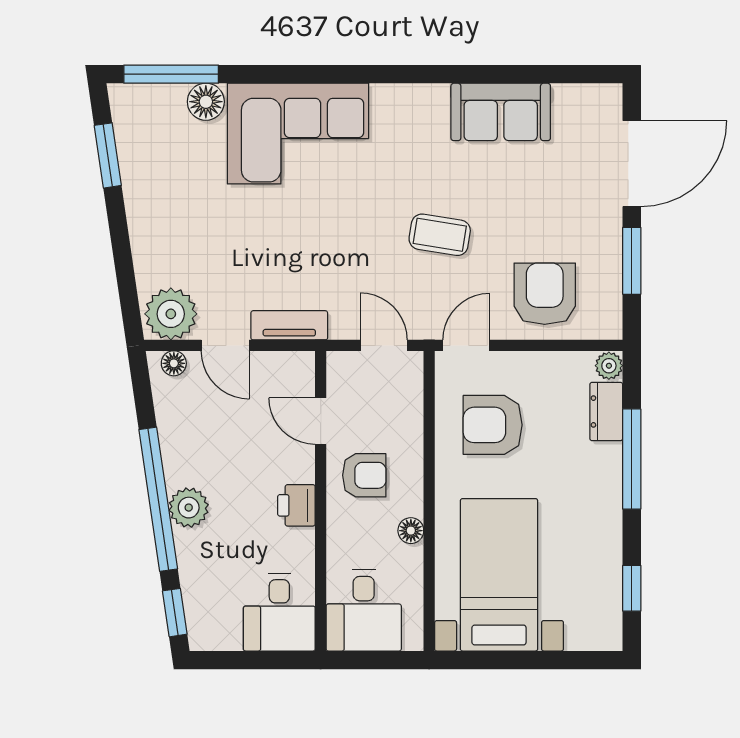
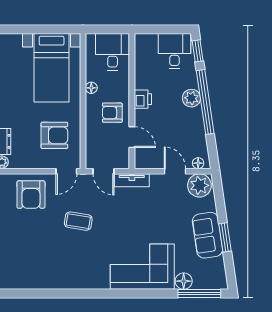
sofa: (501, 112) -> (207, 235), moved, turned -98
window: (108, 155) -> (225, 237), moved
tv unit: (289, 325) -> (132, 180), moved
desk: (279, 612) -> (174, 51), moved

